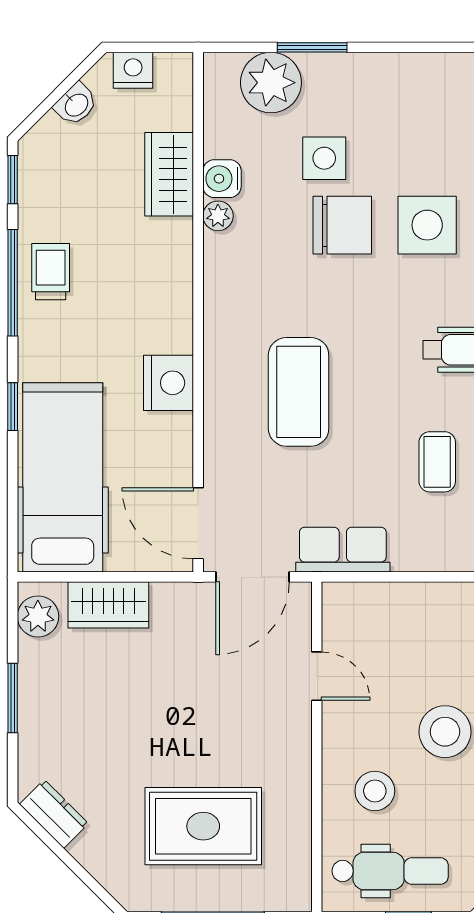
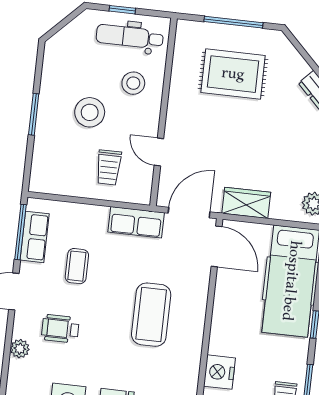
nightstand: (169, 383) -> (219, 372), moved
wardrobe: (108, 605) -> (246, 203), moved
trolley: (401, 639) -> (109, 167), added

